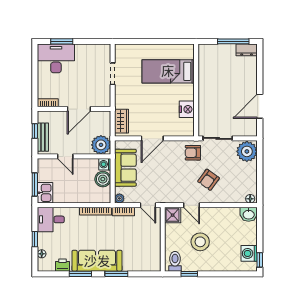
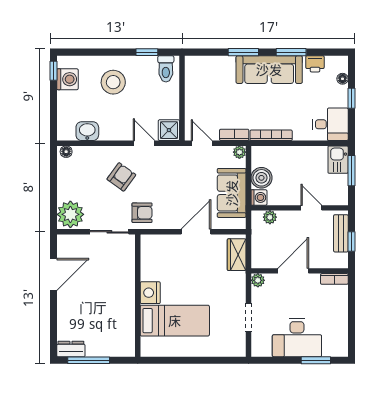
desk: (56, 58) -> (297, 338), moved
plant: (106, 102) -> (258, 280), added
nightstand: (187, 109) -> (150, 293), moved
plant: (101, 145) -> (270, 217), width x0.53, depth x0.53
washbasin: (249, 214) -> (87, 131), moved
stool: (200, 242) -> (113, 82), moved

